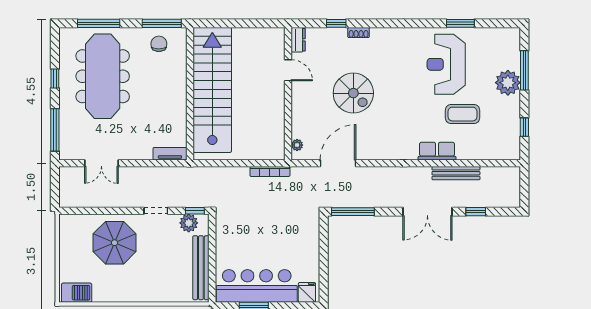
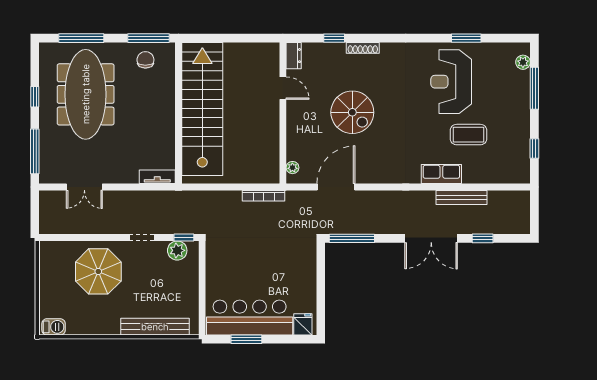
shoe rack: (359, 33) -> (363, 48), width x1.43
plant: (508, 83) -> (523, 62), moved, width x0.53, depth x0.53
bench: (201, 268) -> (155, 327), moved, turned 90
barbecue: (77, 293) -> (54, 327), width x0.73, depth x0.79

